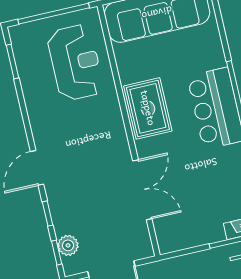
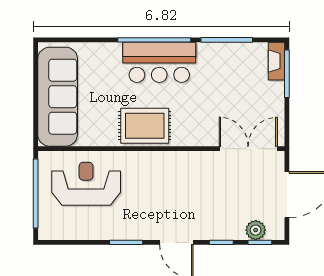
window: (12, 61) -> (126, 242), moved
double door: (142, 190) -> (248, 149), moved

